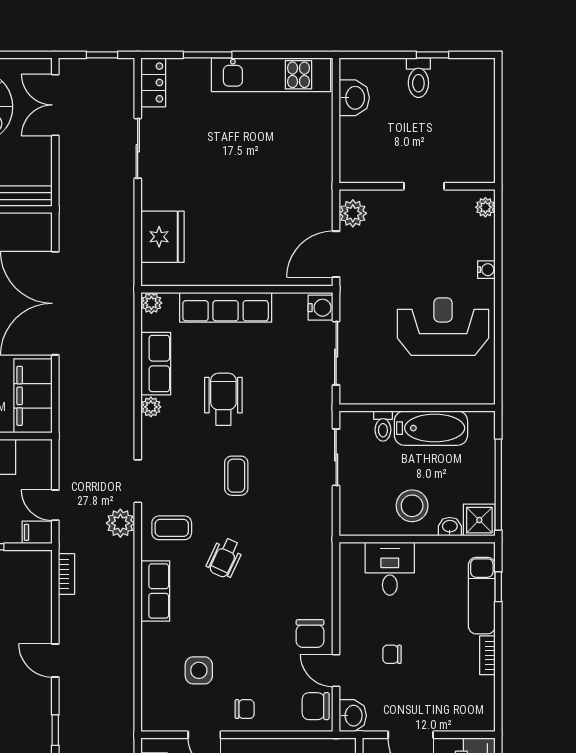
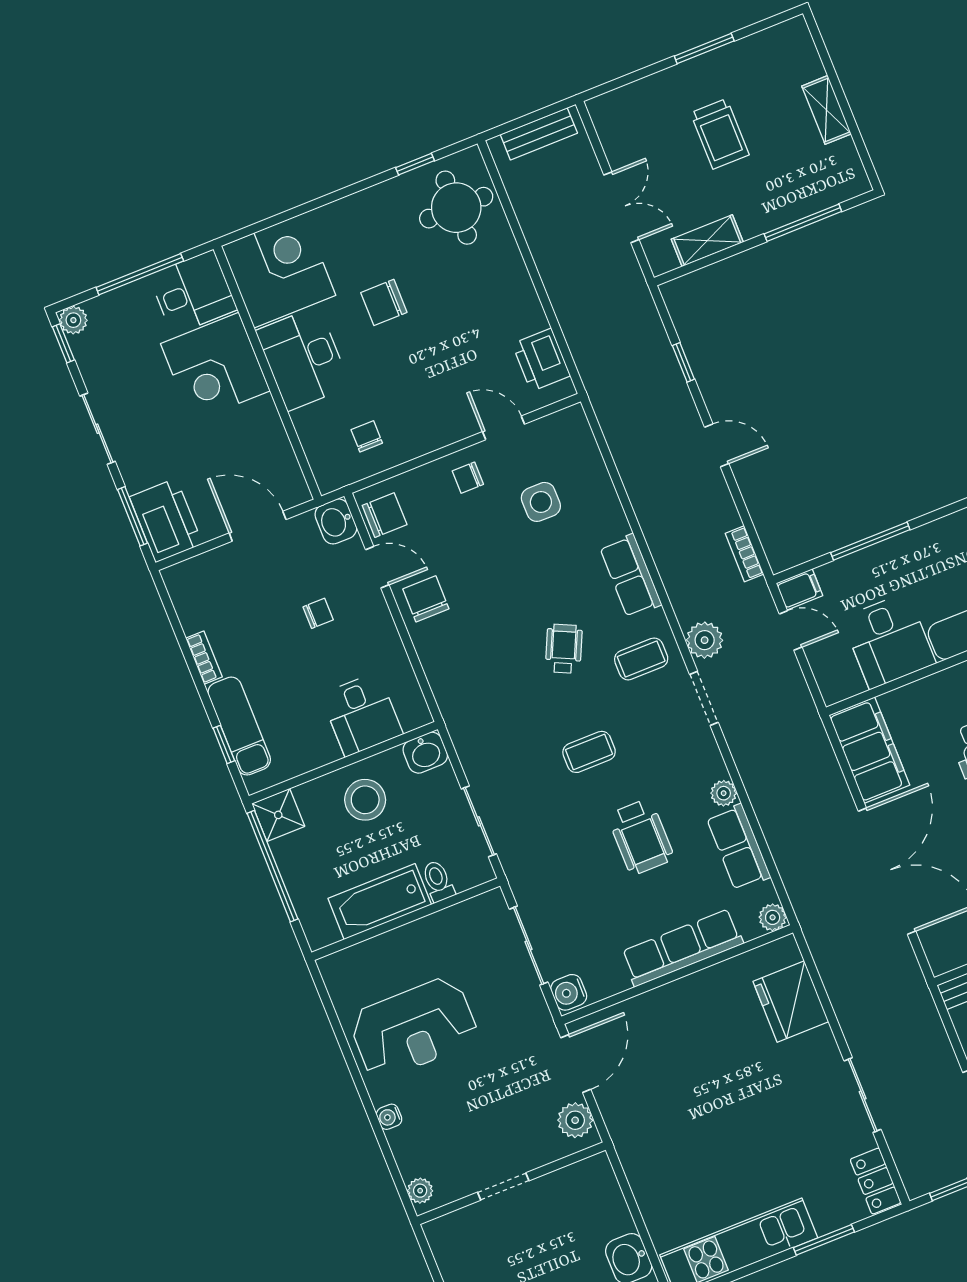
coffee table: (236, 476) -> (589, 752), turned 90
washbasin: (450, 527) -> (425, 753), moved, width x1.38, depth x1.45

